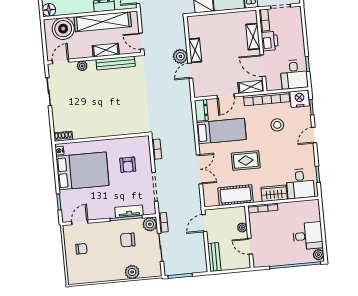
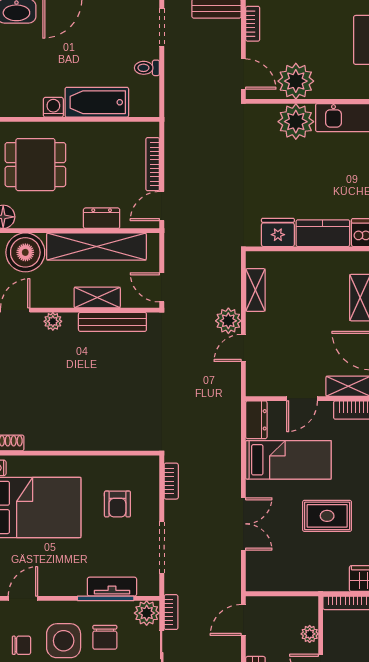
shelving: (195, 50) -> (255, 290), moved
cot: (236, 195) -> (303, 575), removed
chair: (128, 240) -> (105, 637), turned -90
side table: (105, 244) -> (64, 641), added

